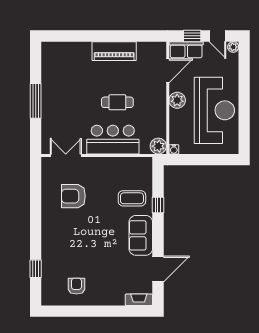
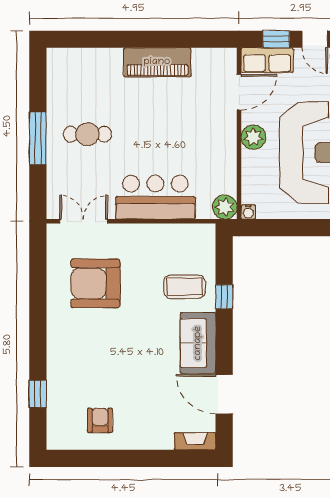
cafe table: (117, 102) -> (87, 134), moved
armchair: (73, 196) -> (95, 283), width x1.36, depth x1.36
door: (158, 269) -> (224, 394), swing flipped

